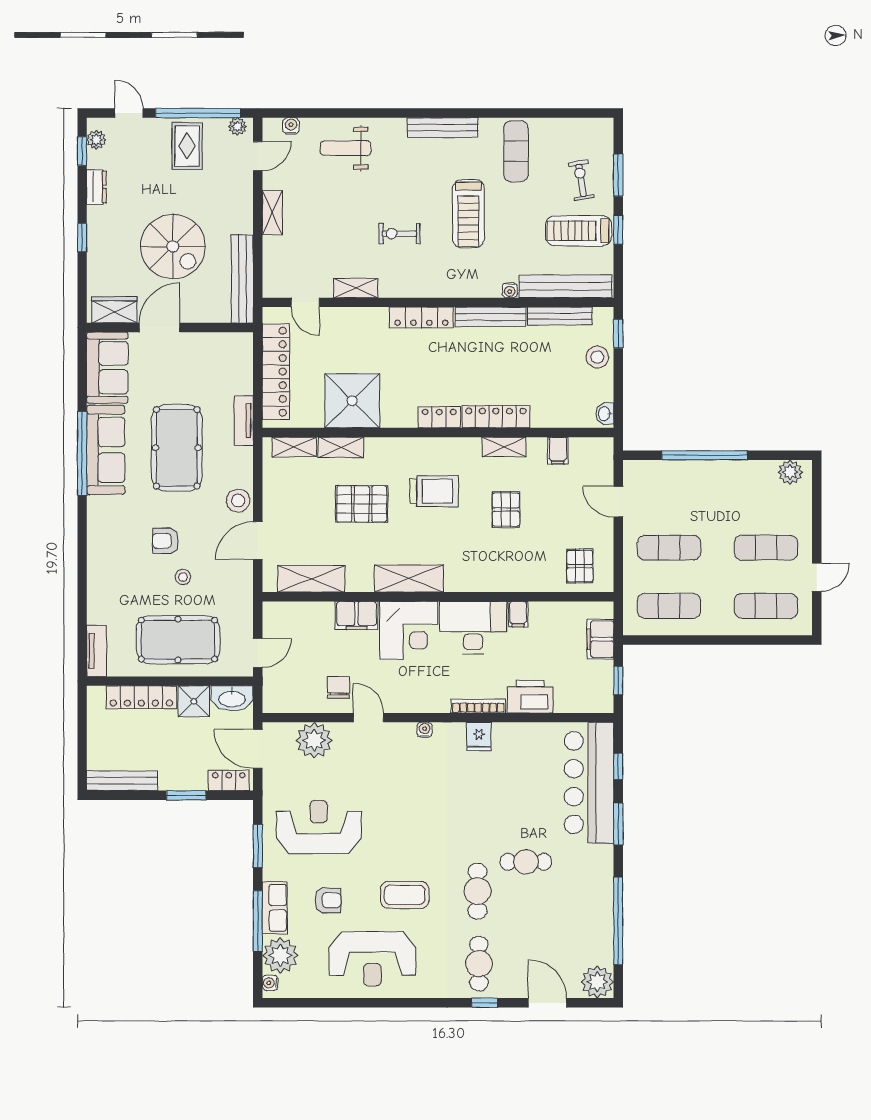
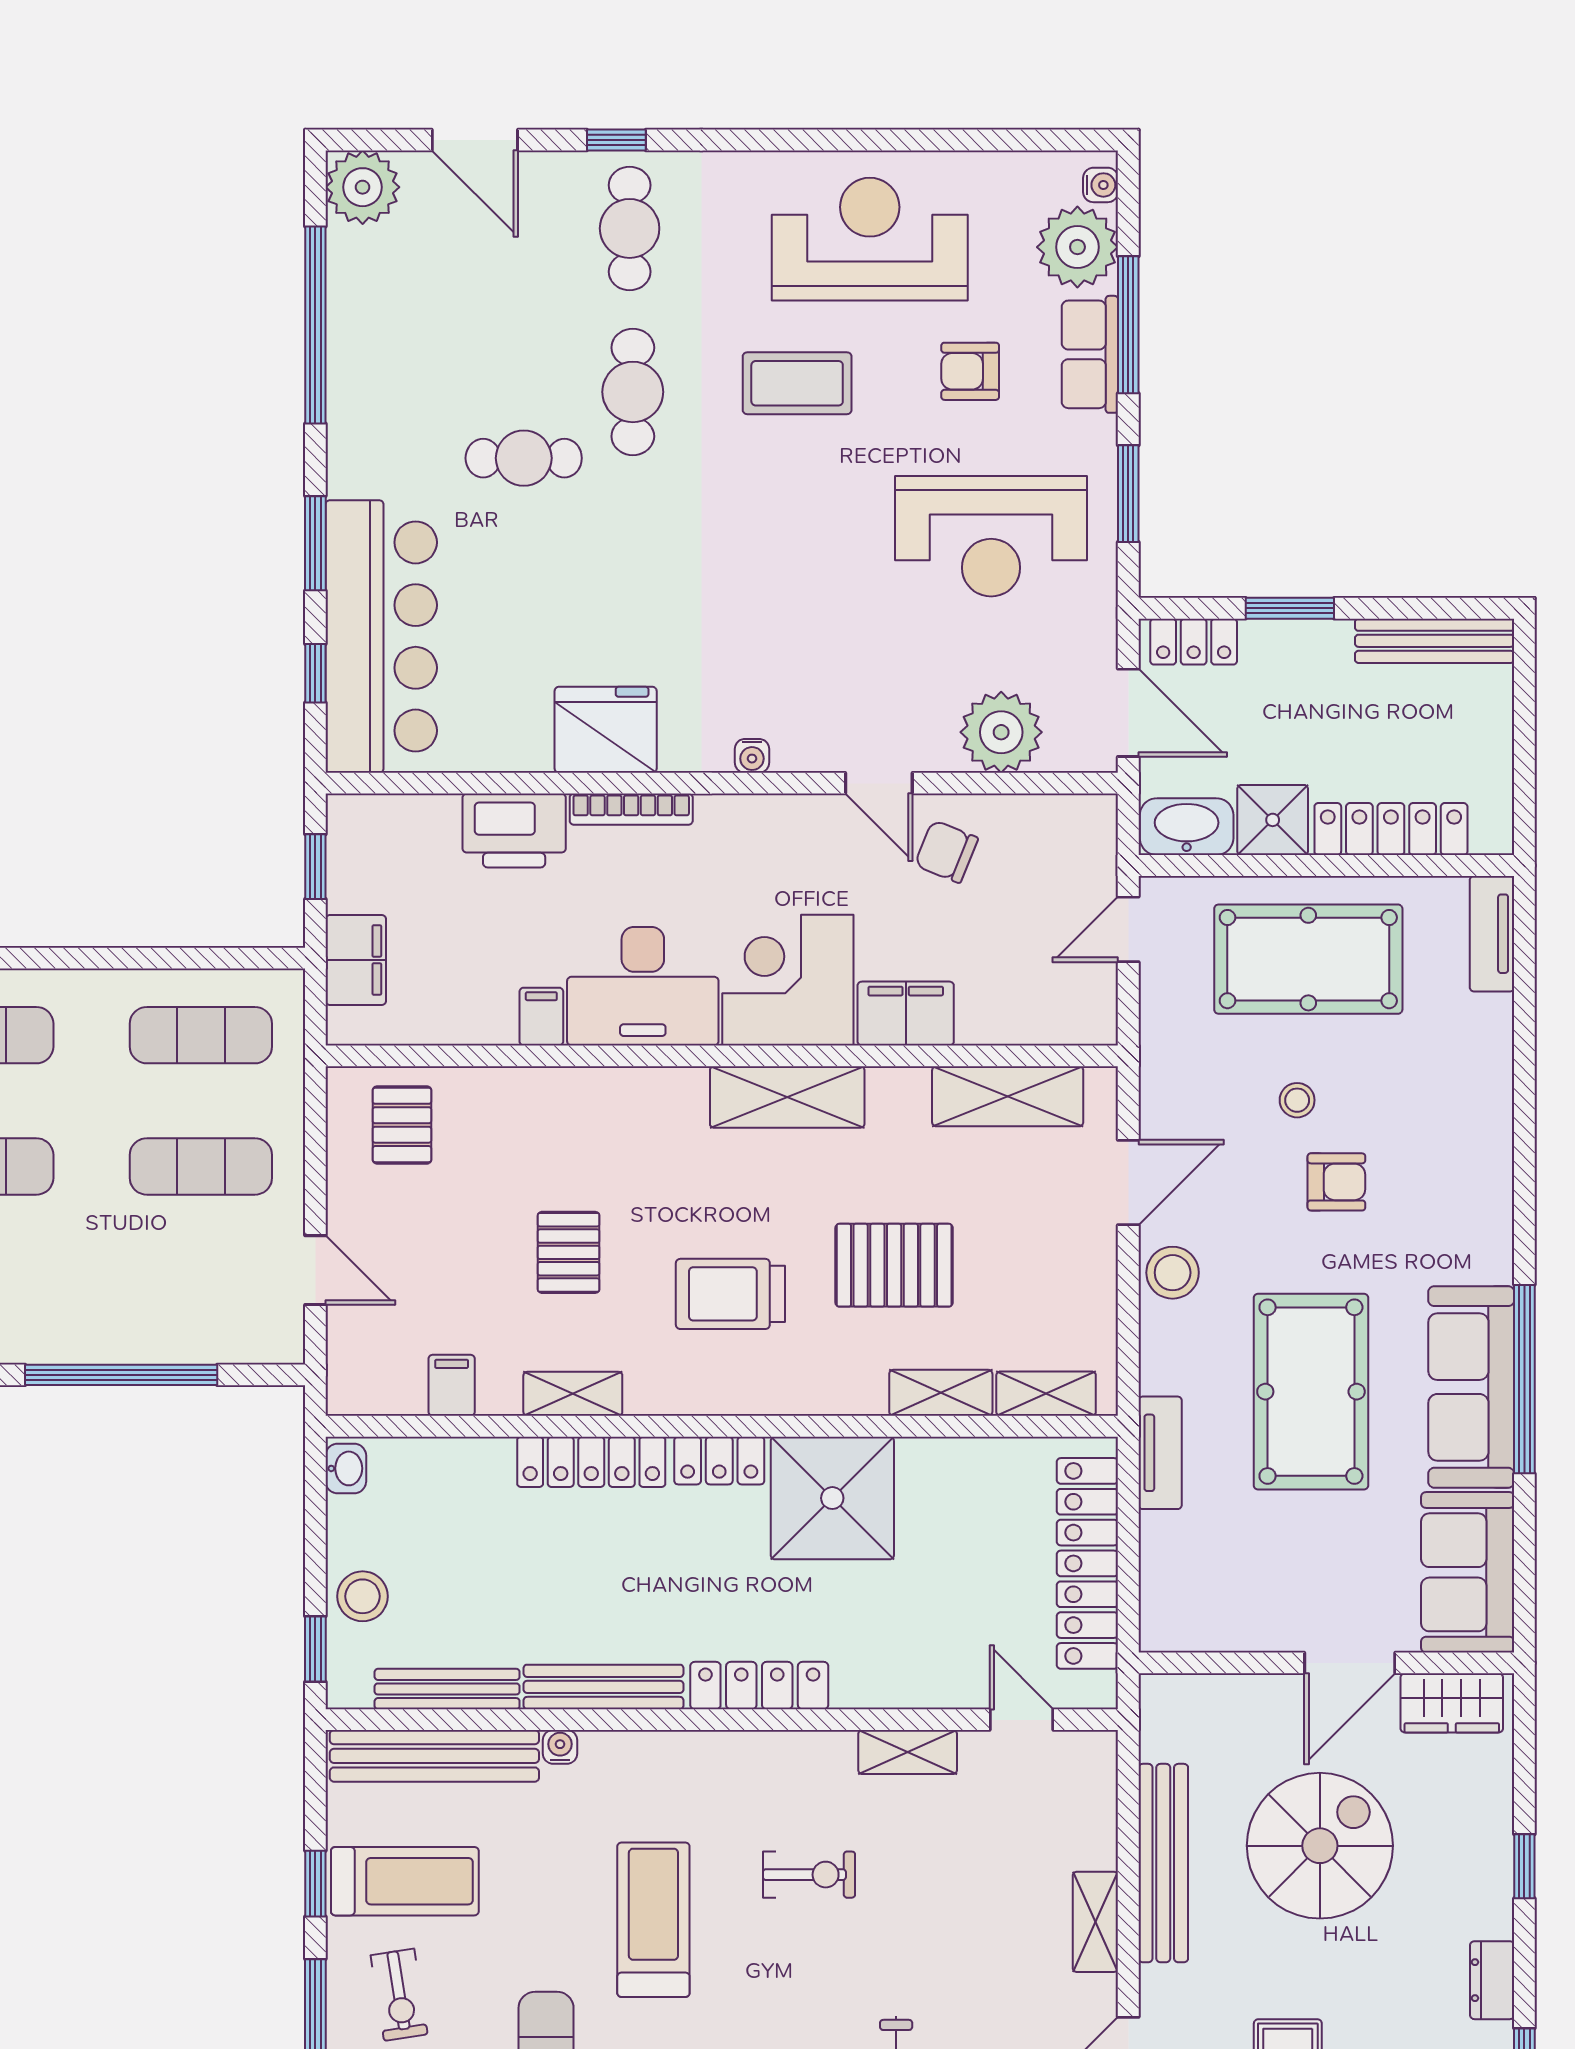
spiral stairs: (173, 246) -> (1320, 1846), turned 90
bench: (242, 279) -> (1163, 1863), moved
shower: (352, 401) -> (832, 1498), moved
chair: (338, 687) -> (946, 852), turned 112
fridge: (479, 736) -> (606, 730), width x1.88, depth x1.34

